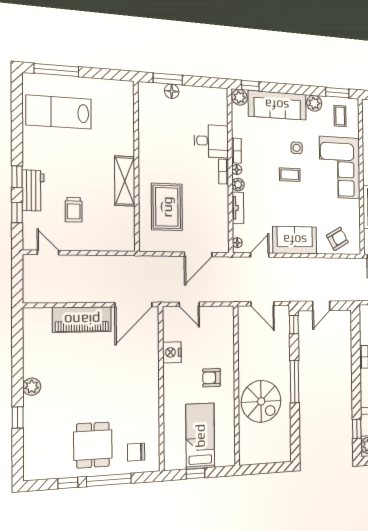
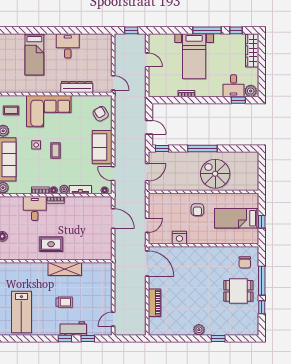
rug: (167, 207) -> (51, 244), moved, width x0.73, depth x0.70
trolley: (74, 210) -> (64, 302), moved
piano: (82, 320) -> (155, 303), width x0.73, depth x0.75
spiral stairs: (261, 401) -> (215, 174), turned -90

